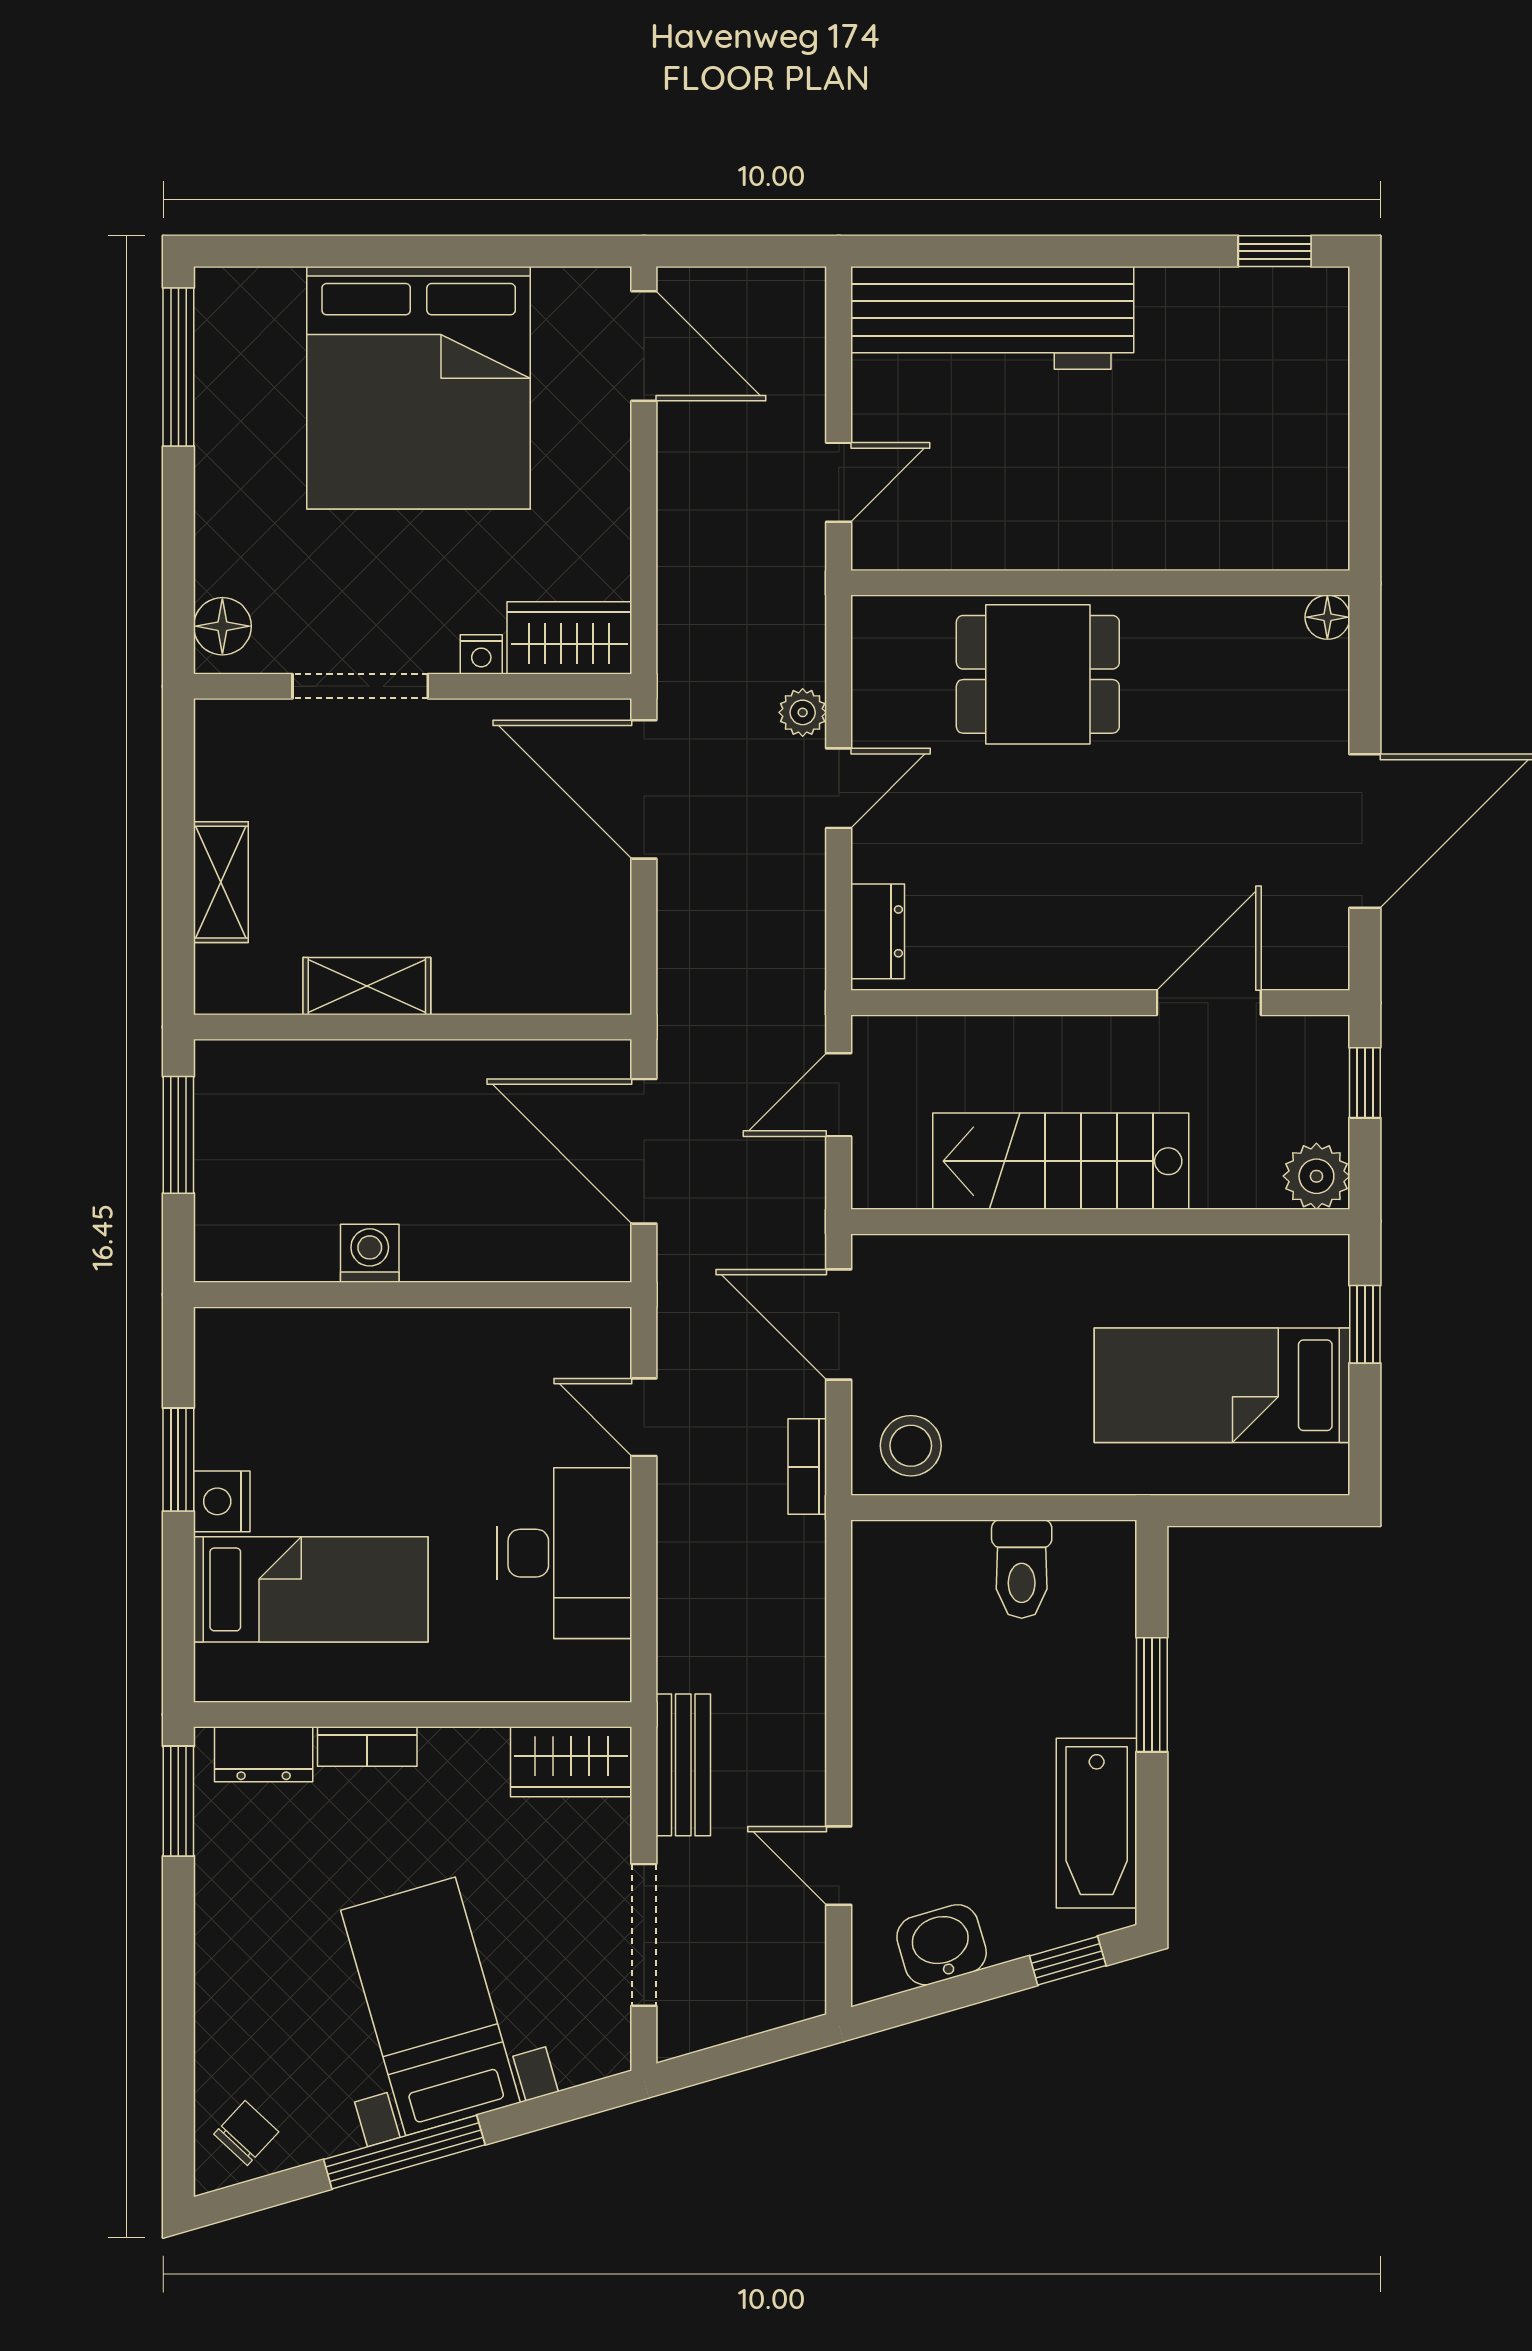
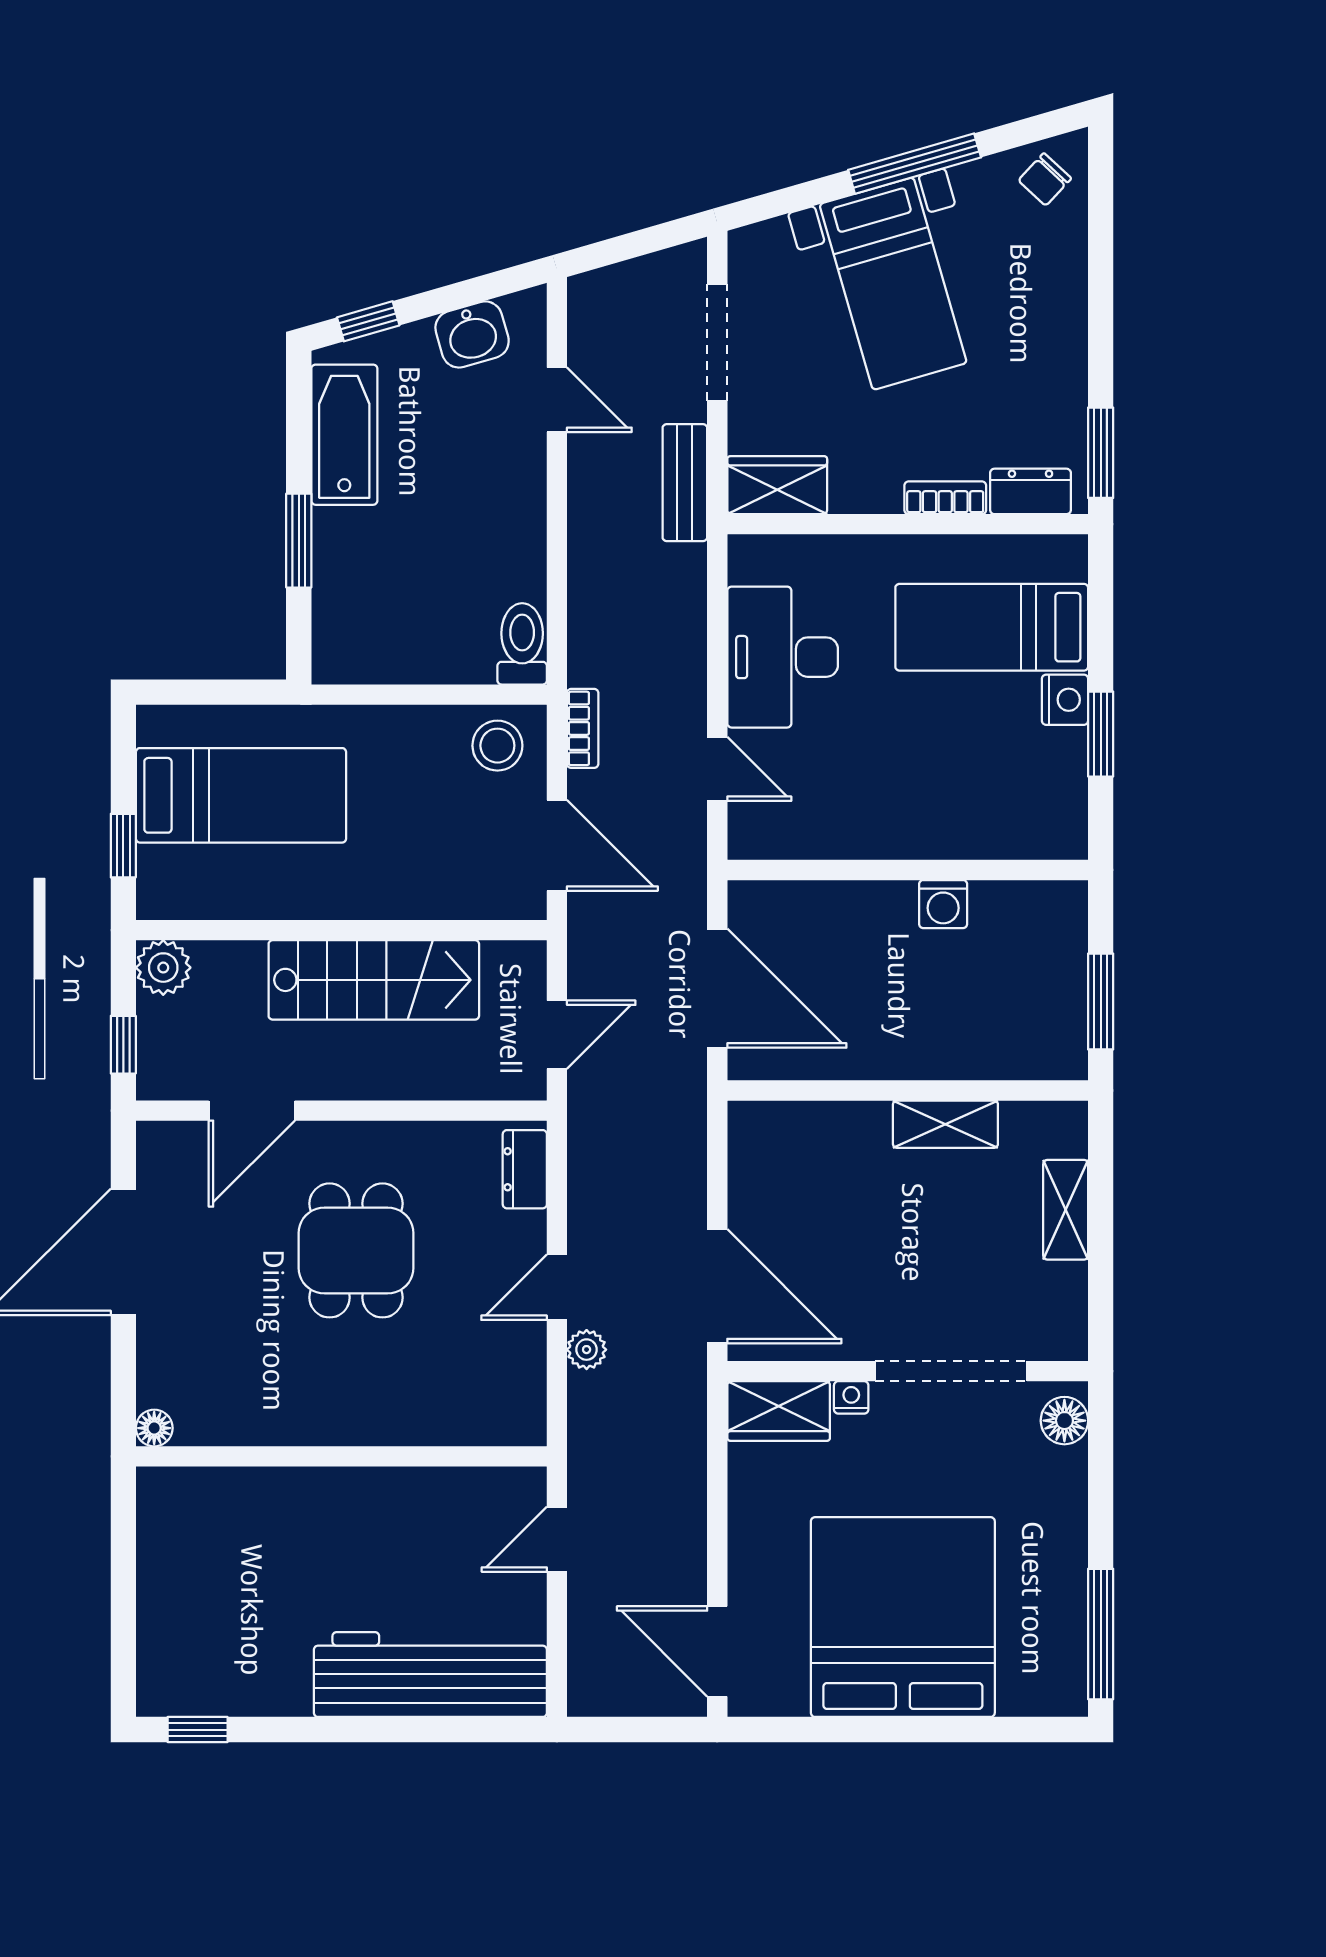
dining table: (1038, 674) -> (356, 1250), moved, turned 90
doorway: (360, 686) -> (951, 1371), width x1.36
toilet: (1022, 1569) -> (522, 644), moved

